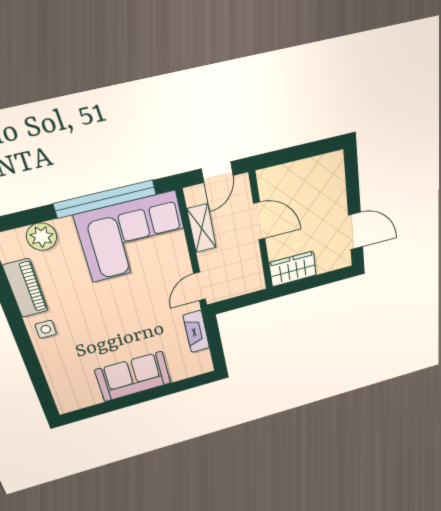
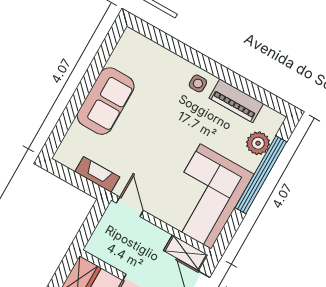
window: (105, 199) -> (261, 175), moved
shelving: (202, 228) -> (186, 253), moved

